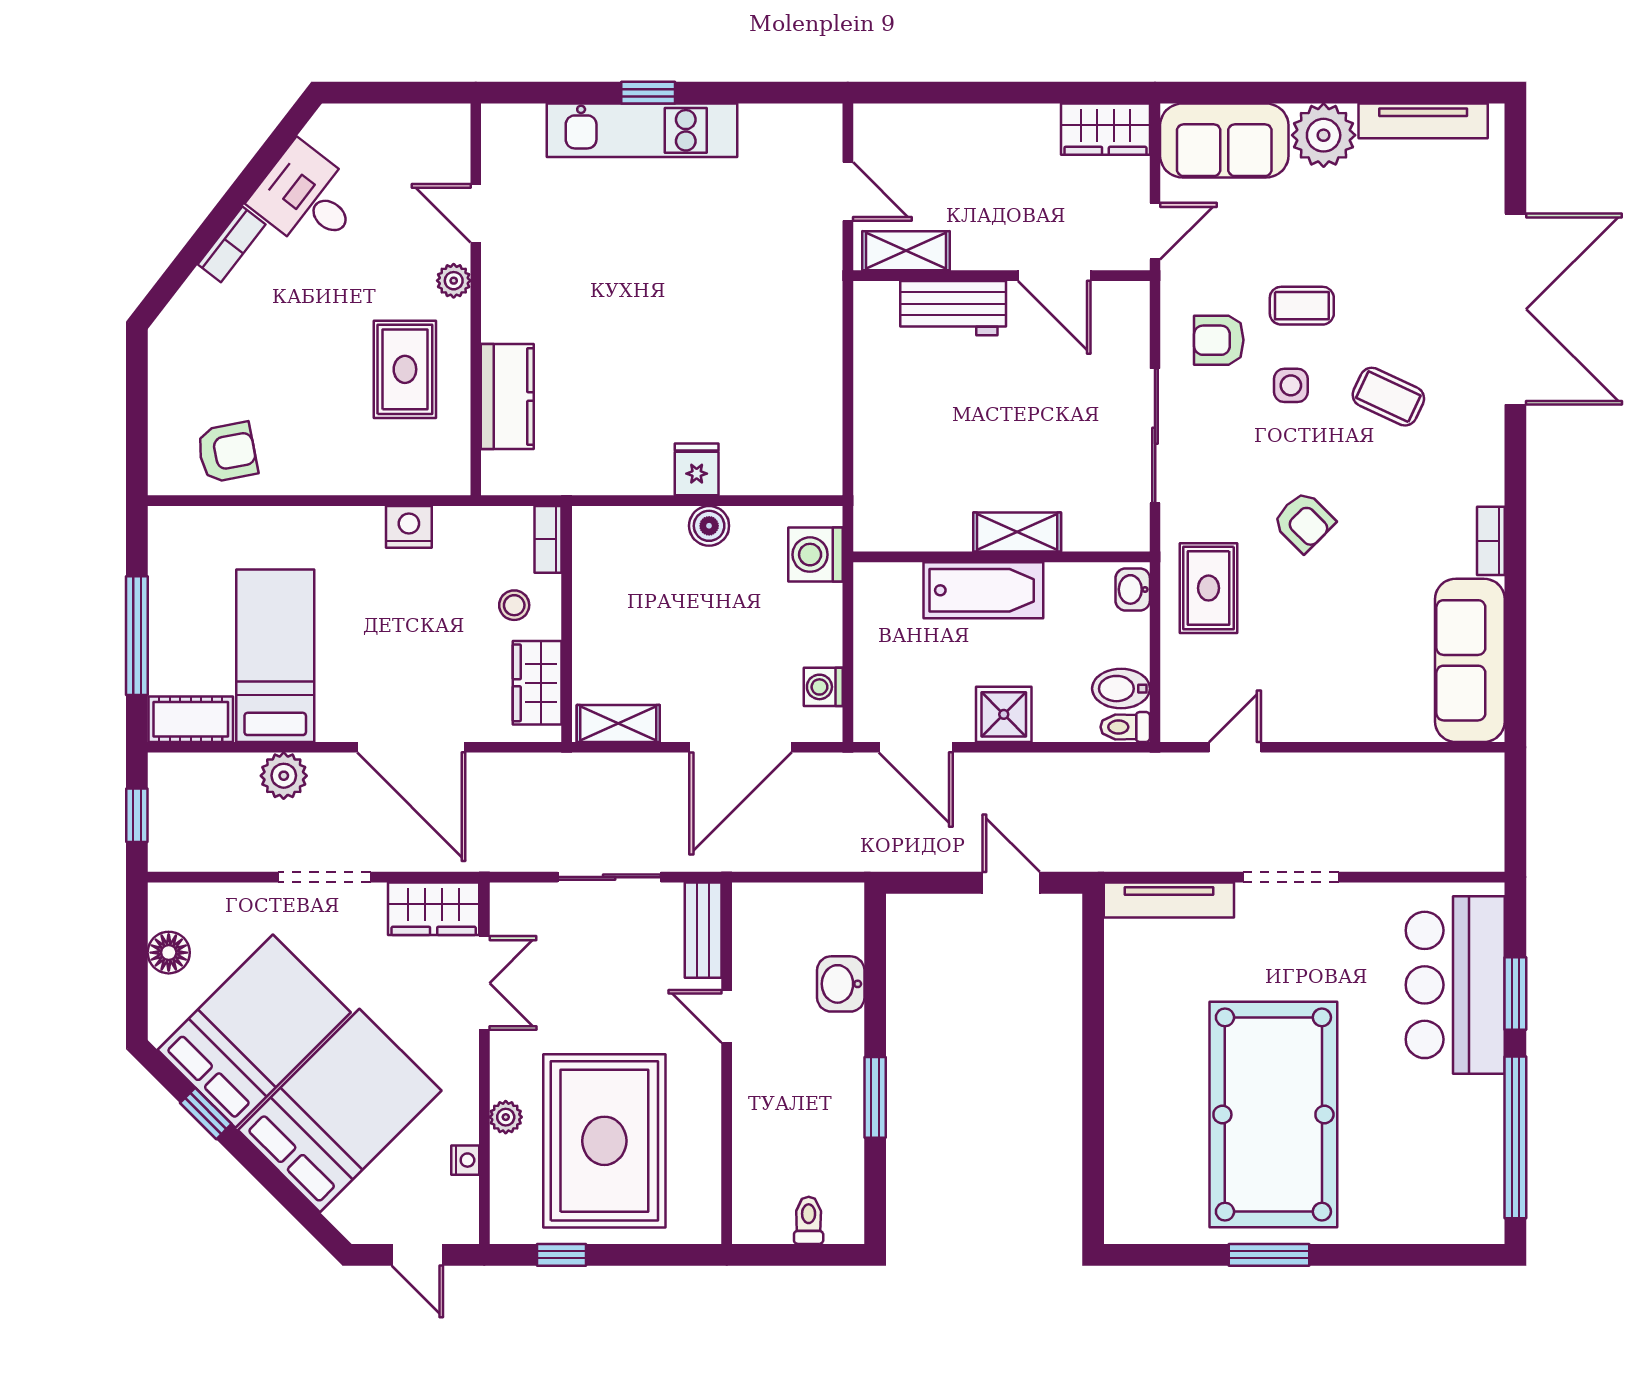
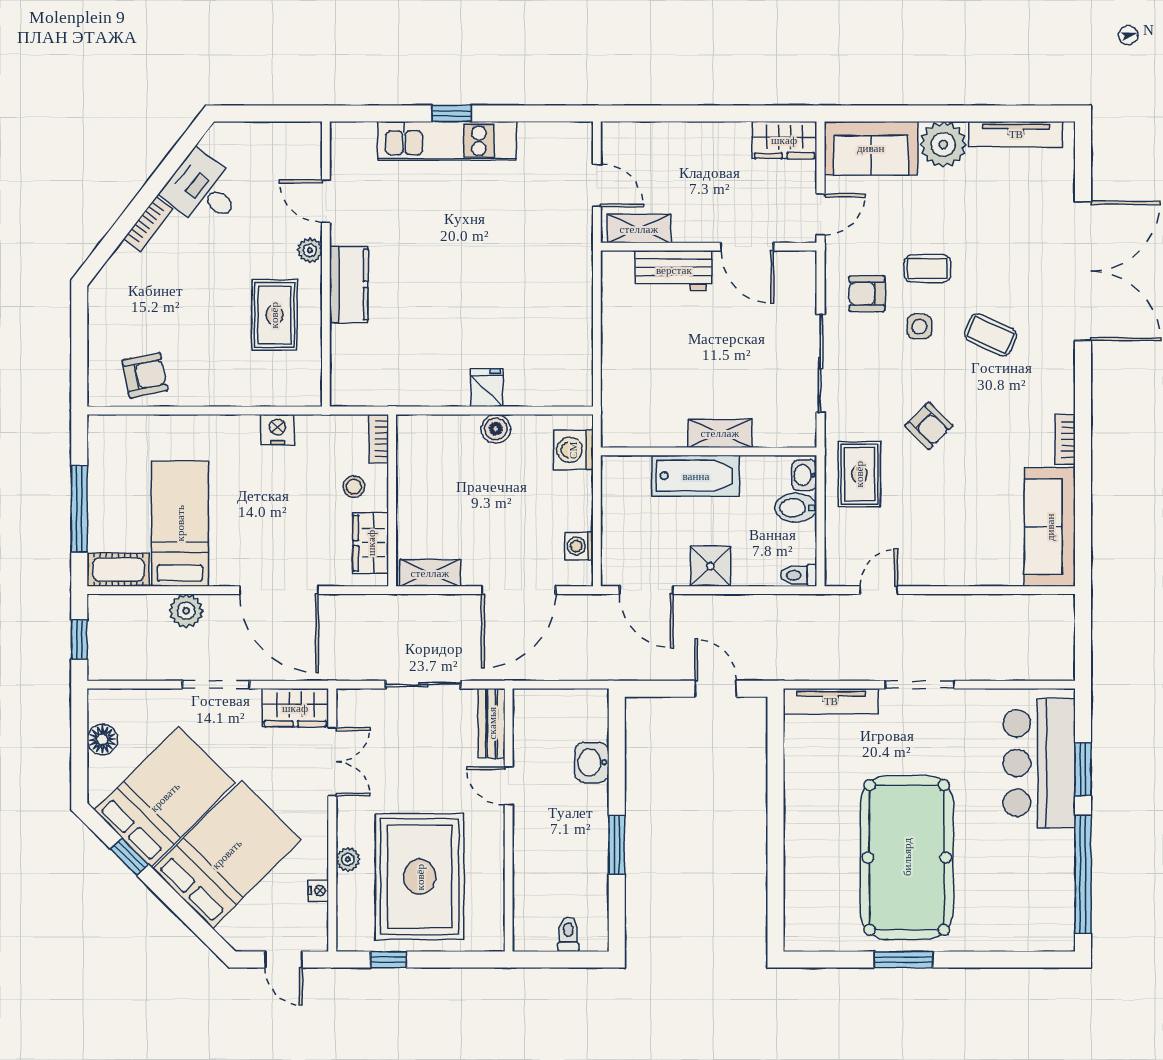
kitchen counter: (507, 397) -> (349, 284), moved
bidet: (1121, 689) -> (796, 508), moved

